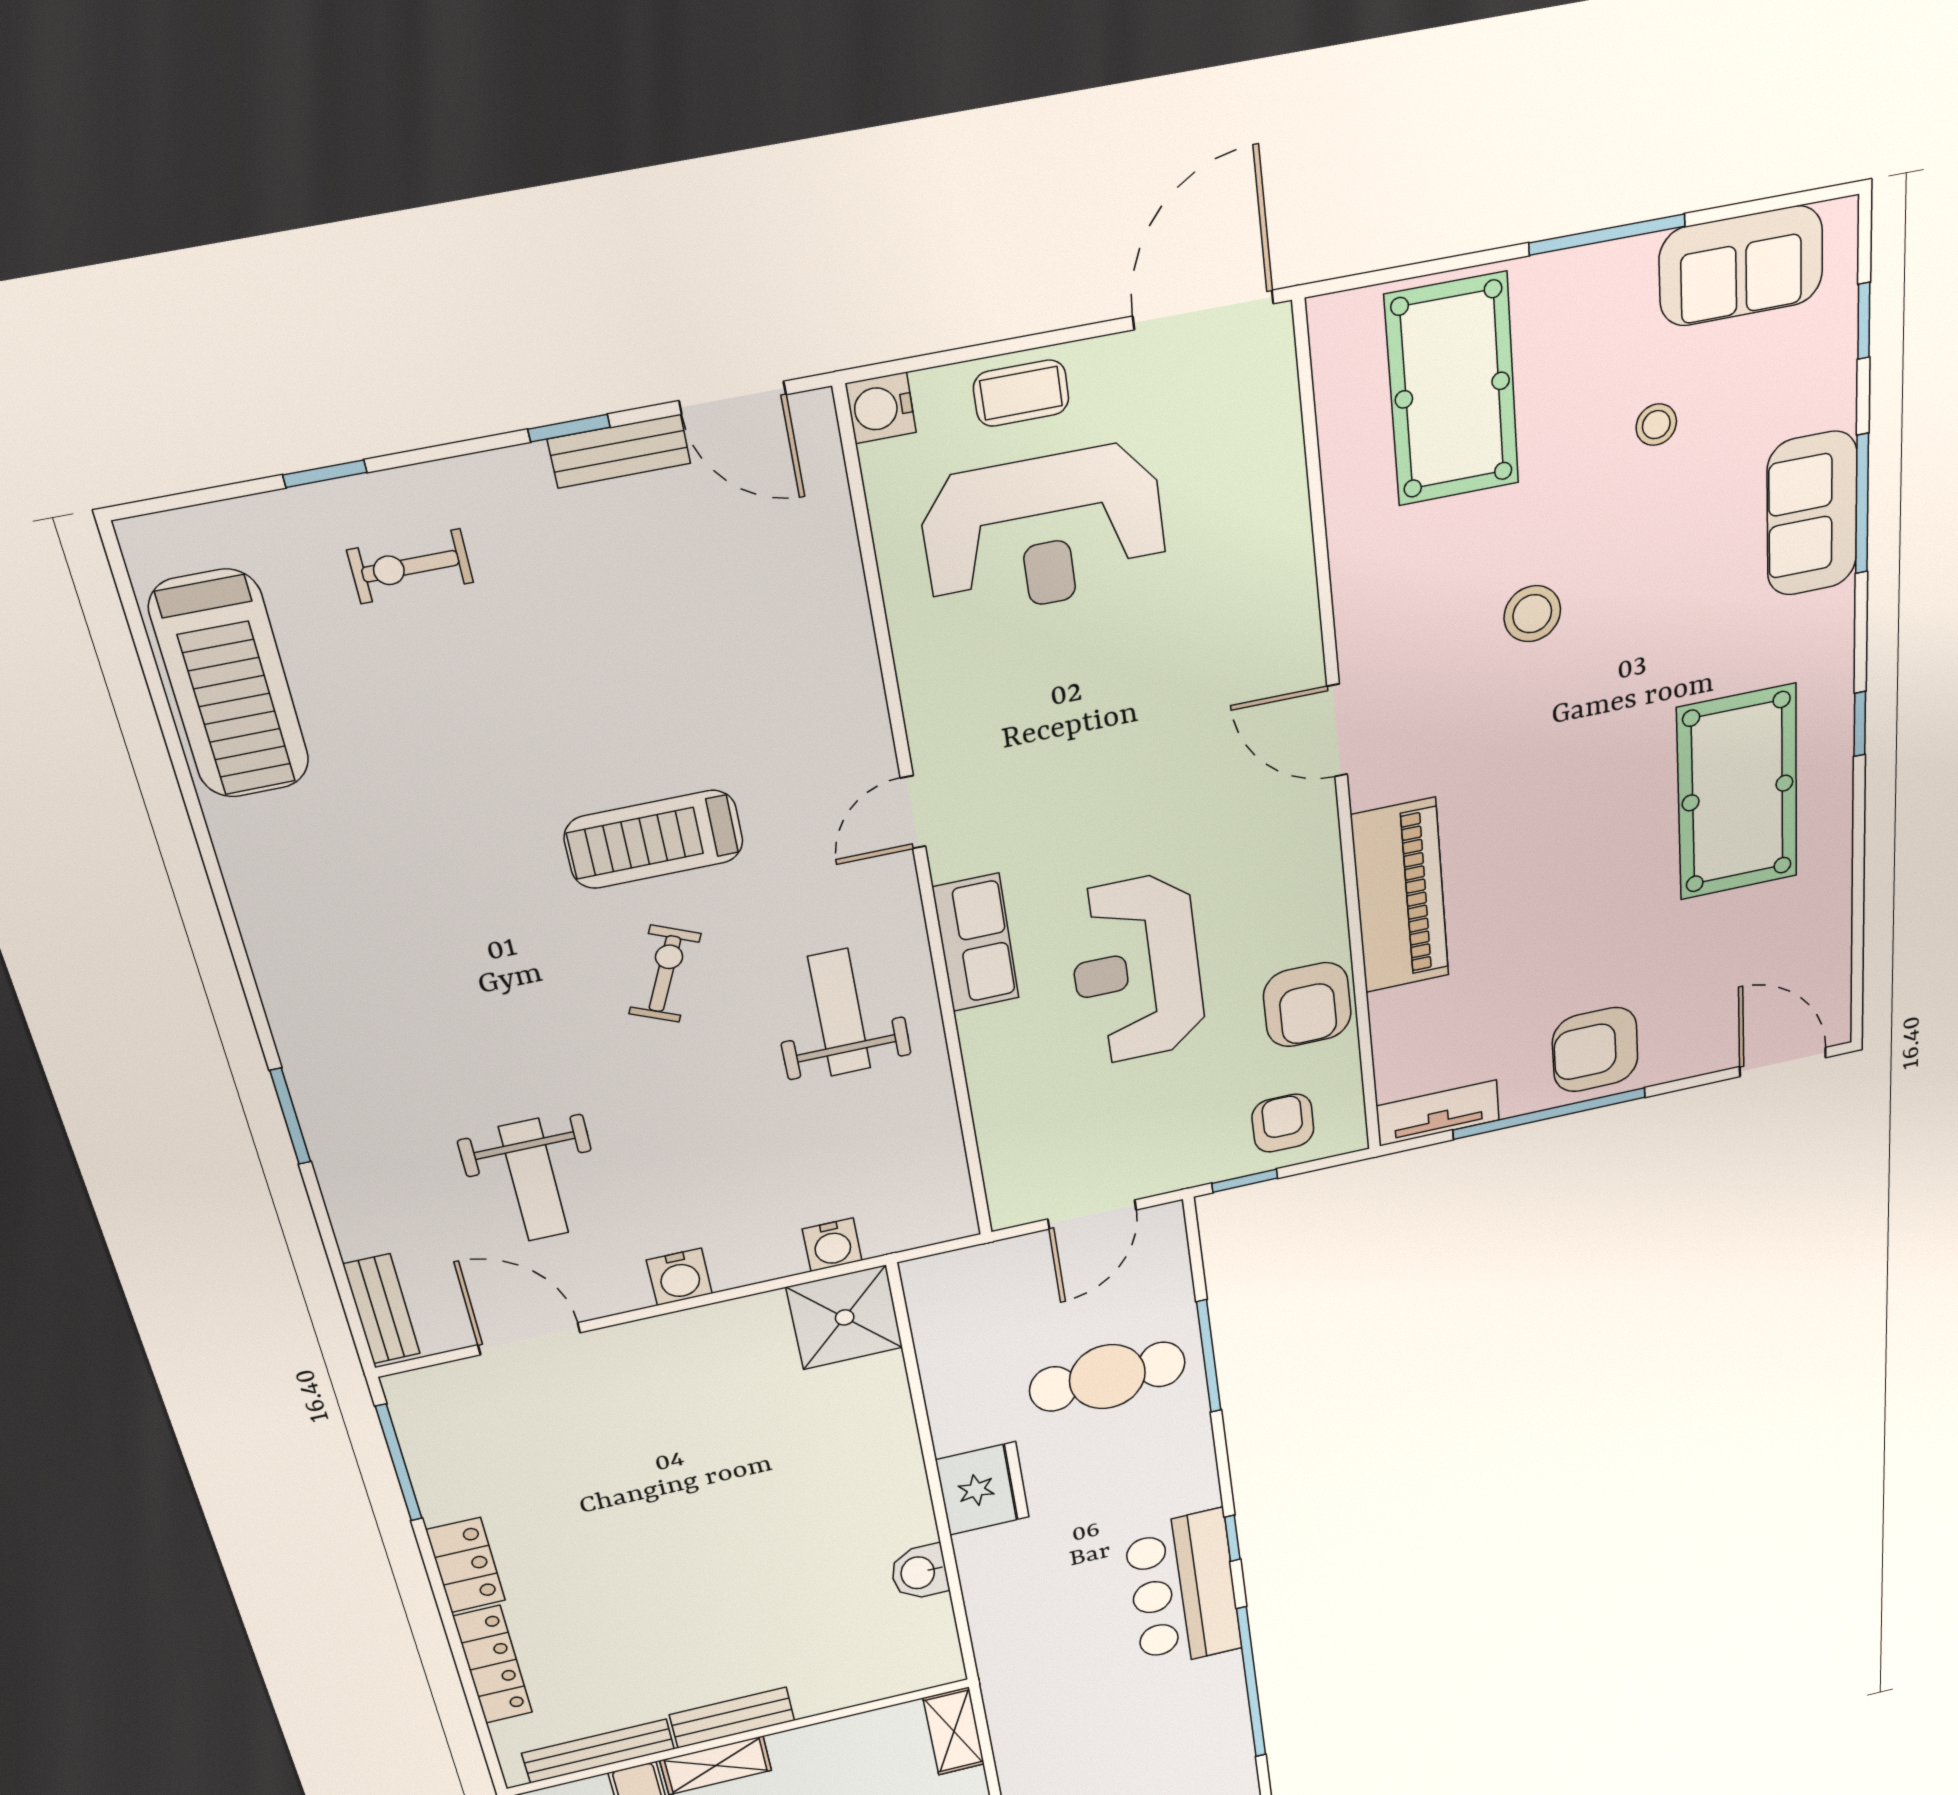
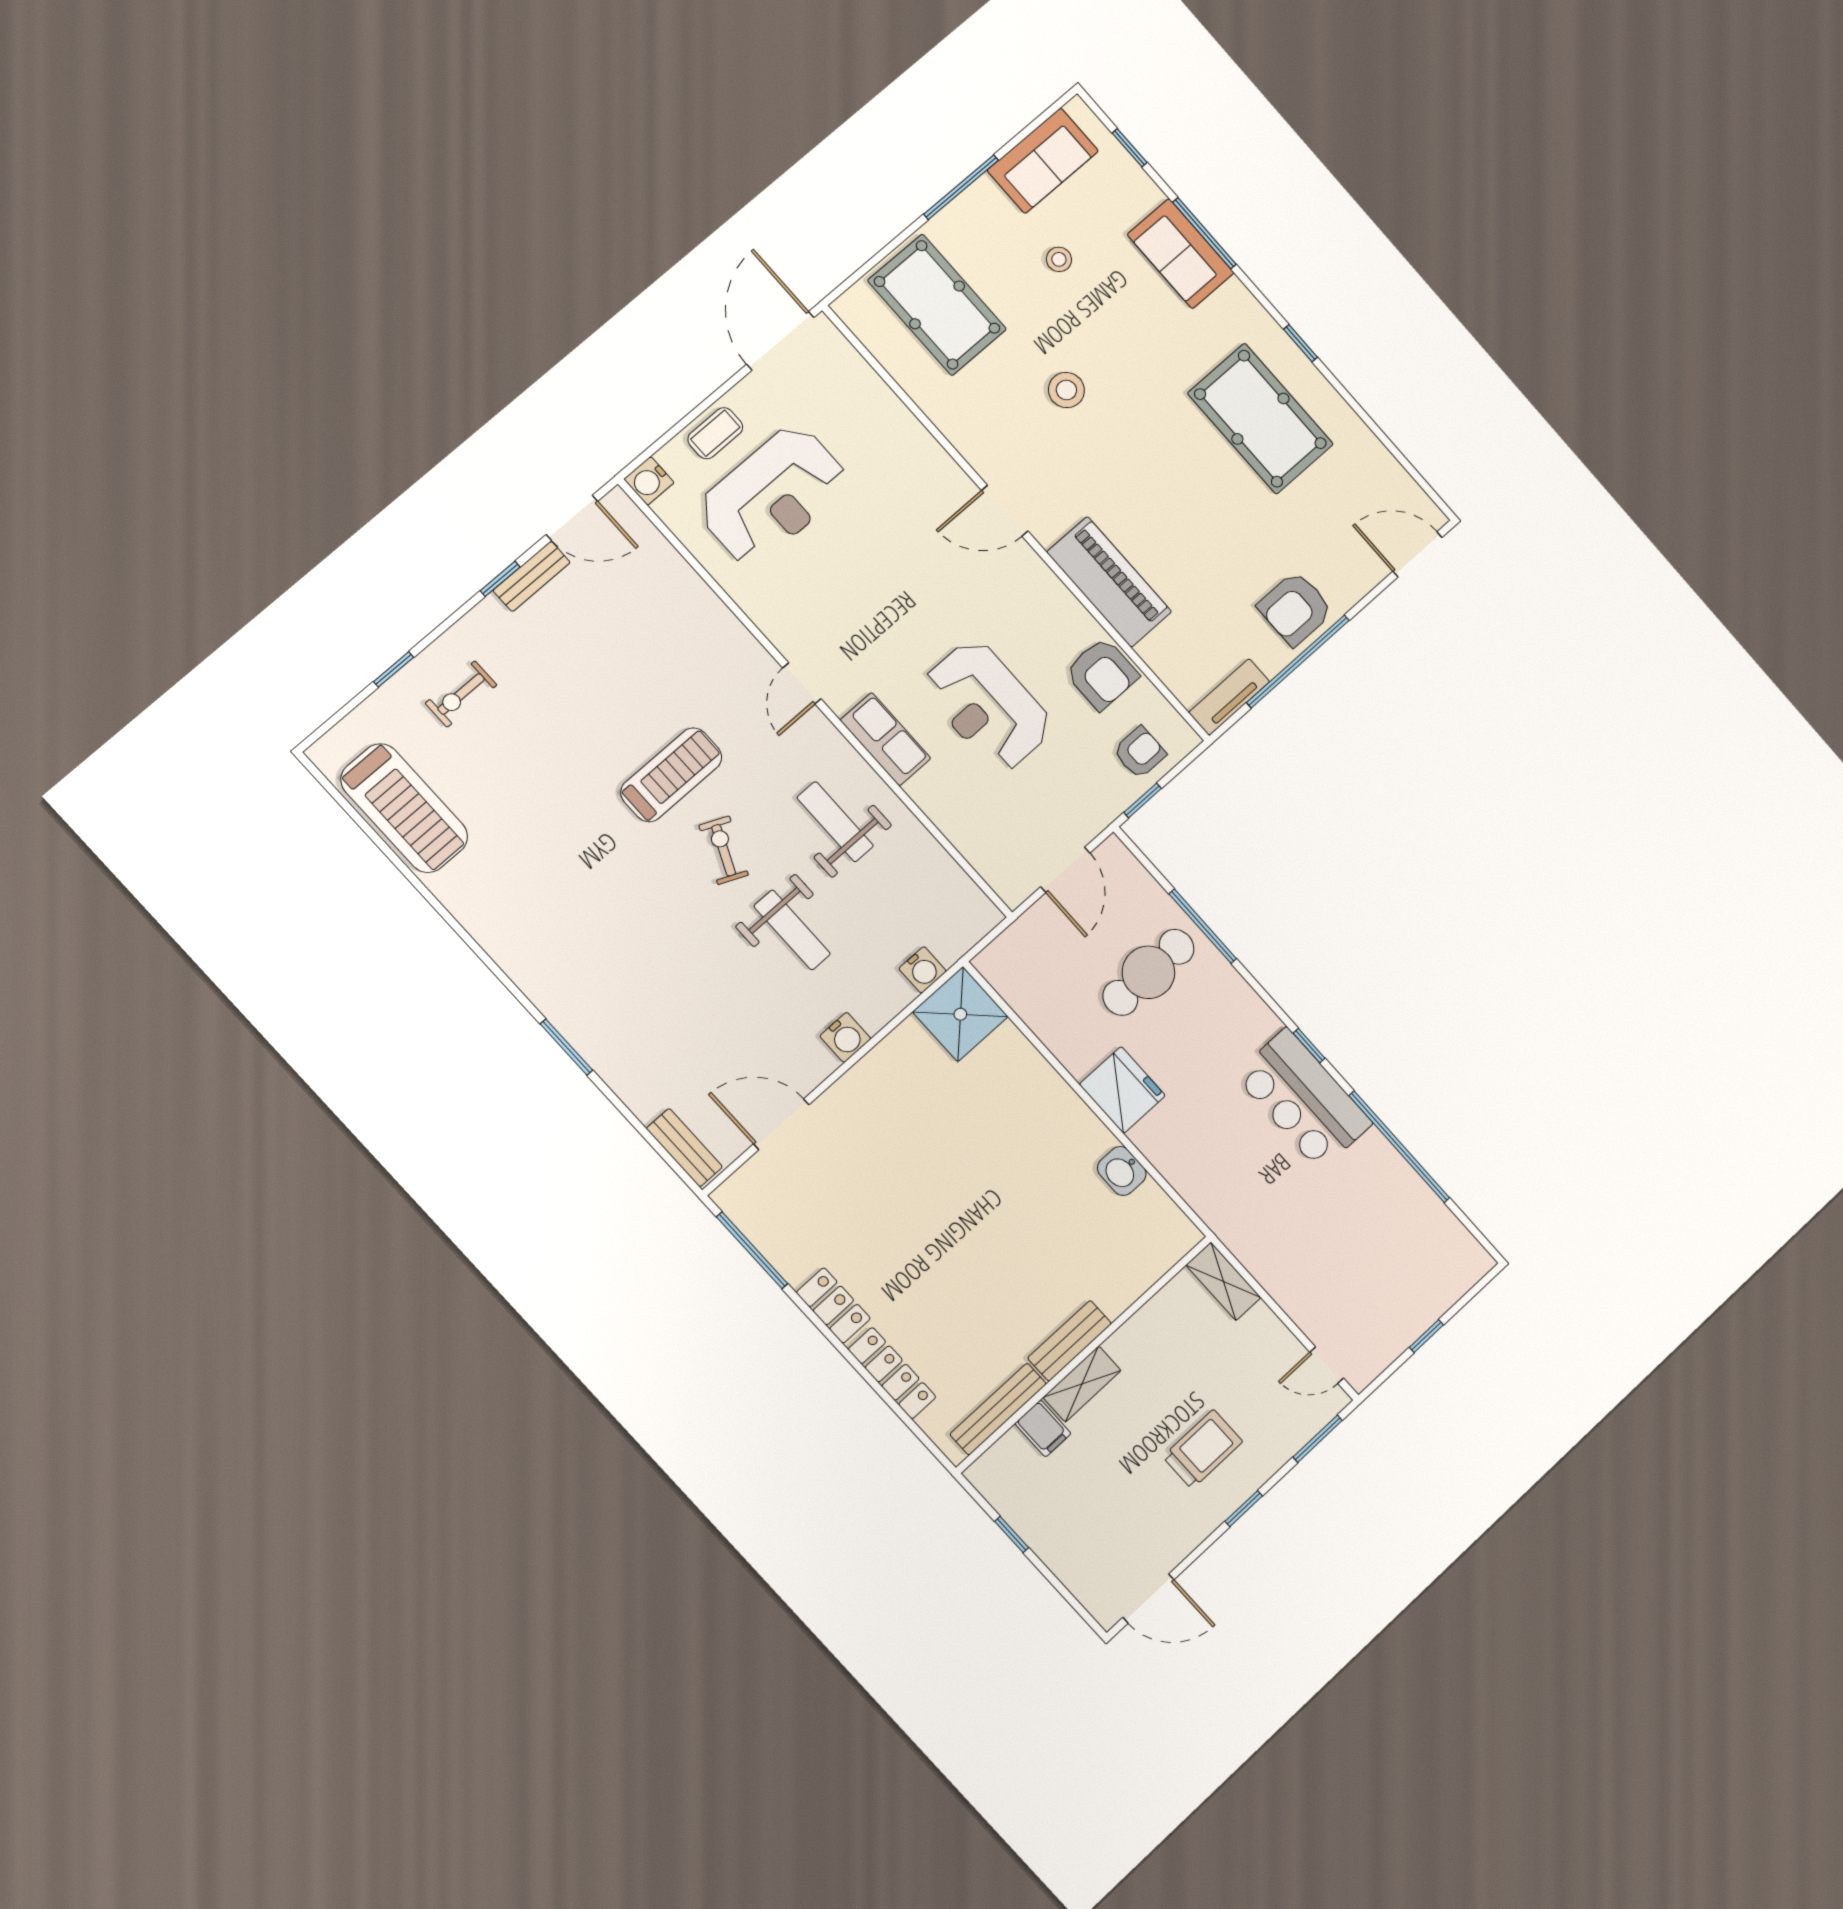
treadmill: (654, 839) -> (671, 775), turned 180
armchair: (1283, 1123) -> (1140, 752), turned 90
weight bench: (534, 1180) -> (792, 930), moved

